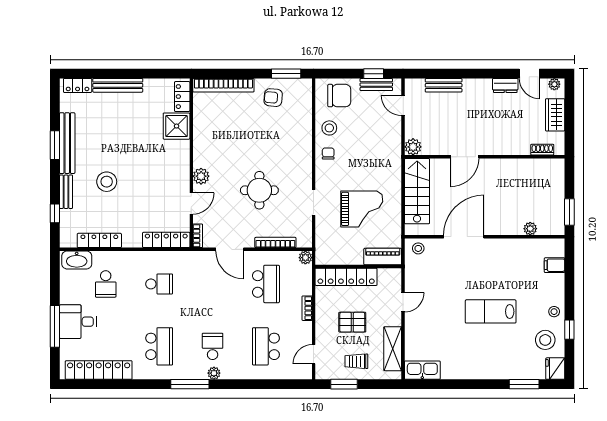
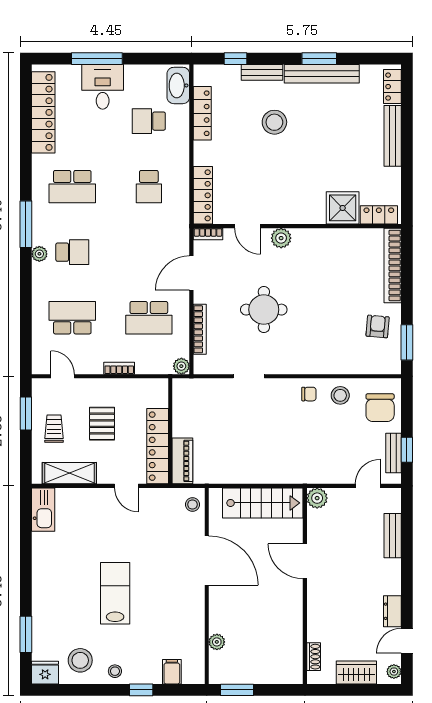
grand piano: (362, 209) -> (241, 435), removed
locker: (346, 277) -> (158, 446), moved
window: (569, 330) -> (141, 690), moved

